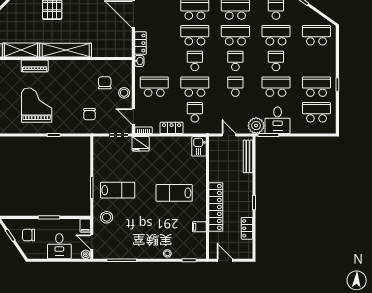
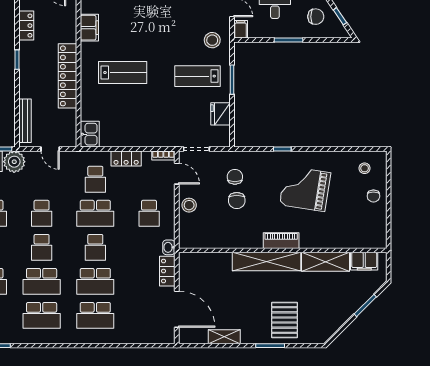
piano: (35, 66) -> (281, 241), moved
chair: (105, 83) -> (237, 201), moved
school desk: (154, 87) -> (149, 213), width x0.54
grand piano: (37, 105) -> (305, 189), turned 99
fridge: (141, 144) -> (221, 114), moved, turned -90
locker: (216, 207) -> (67, 76), moved
filing cabinet: (199, 227) -> (89, 28), width x2.00

